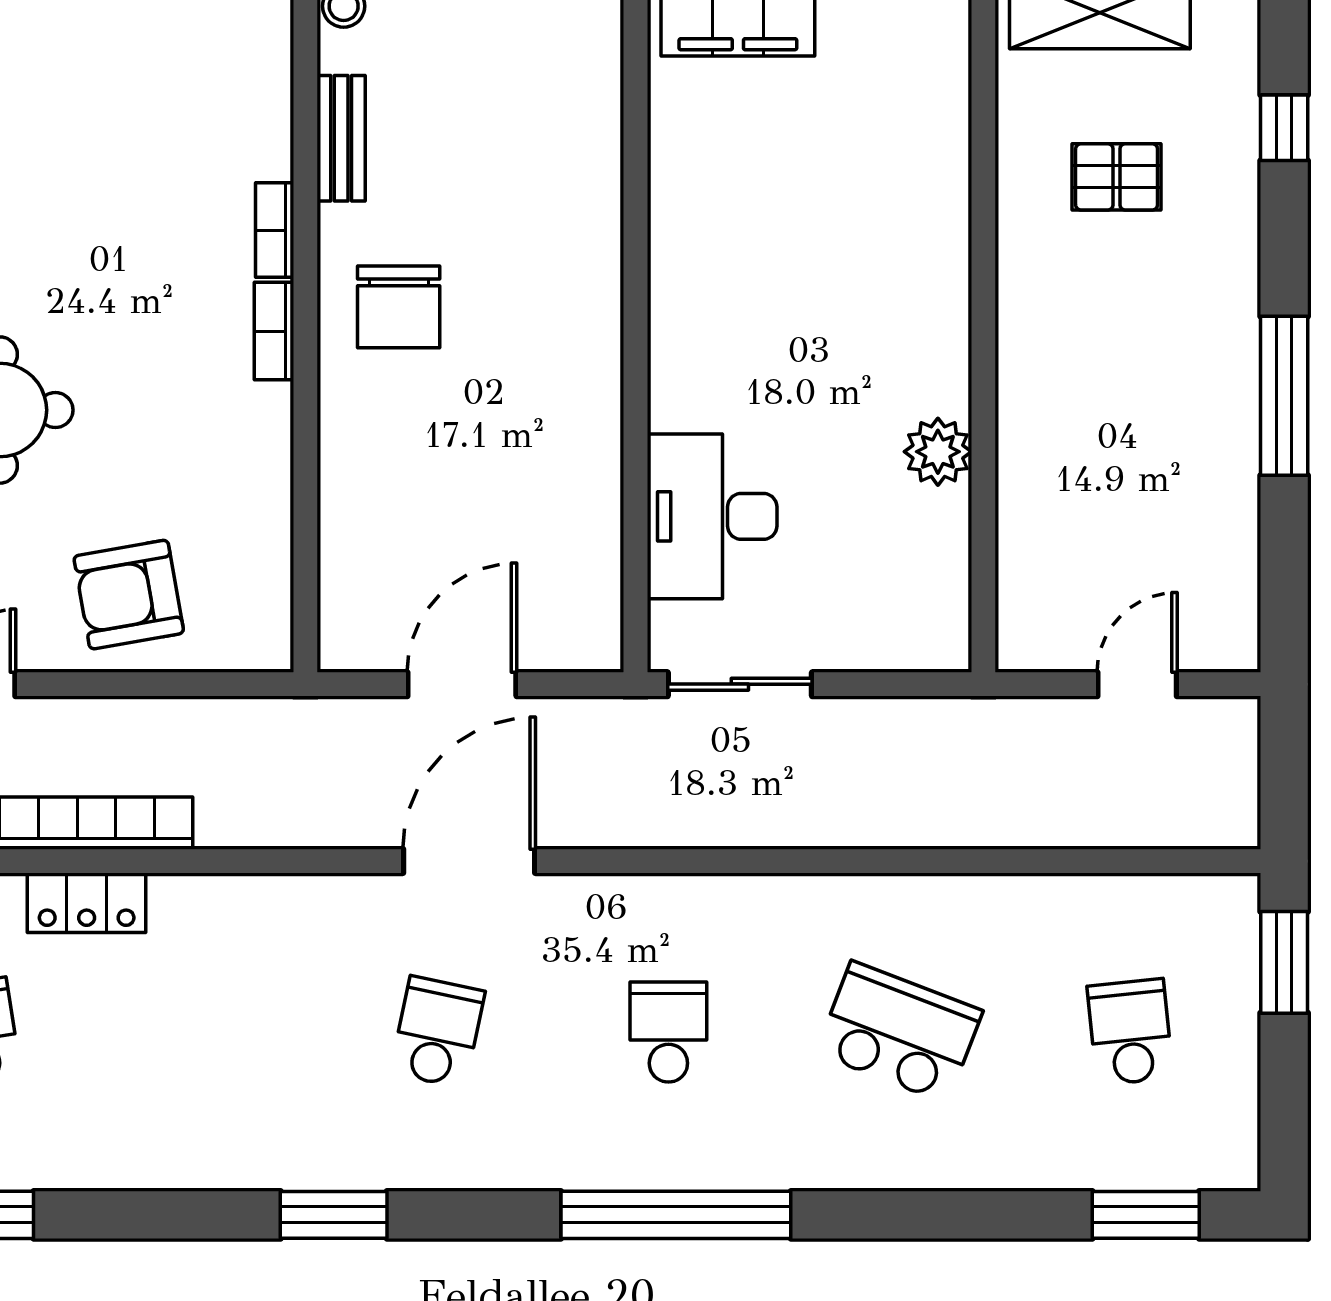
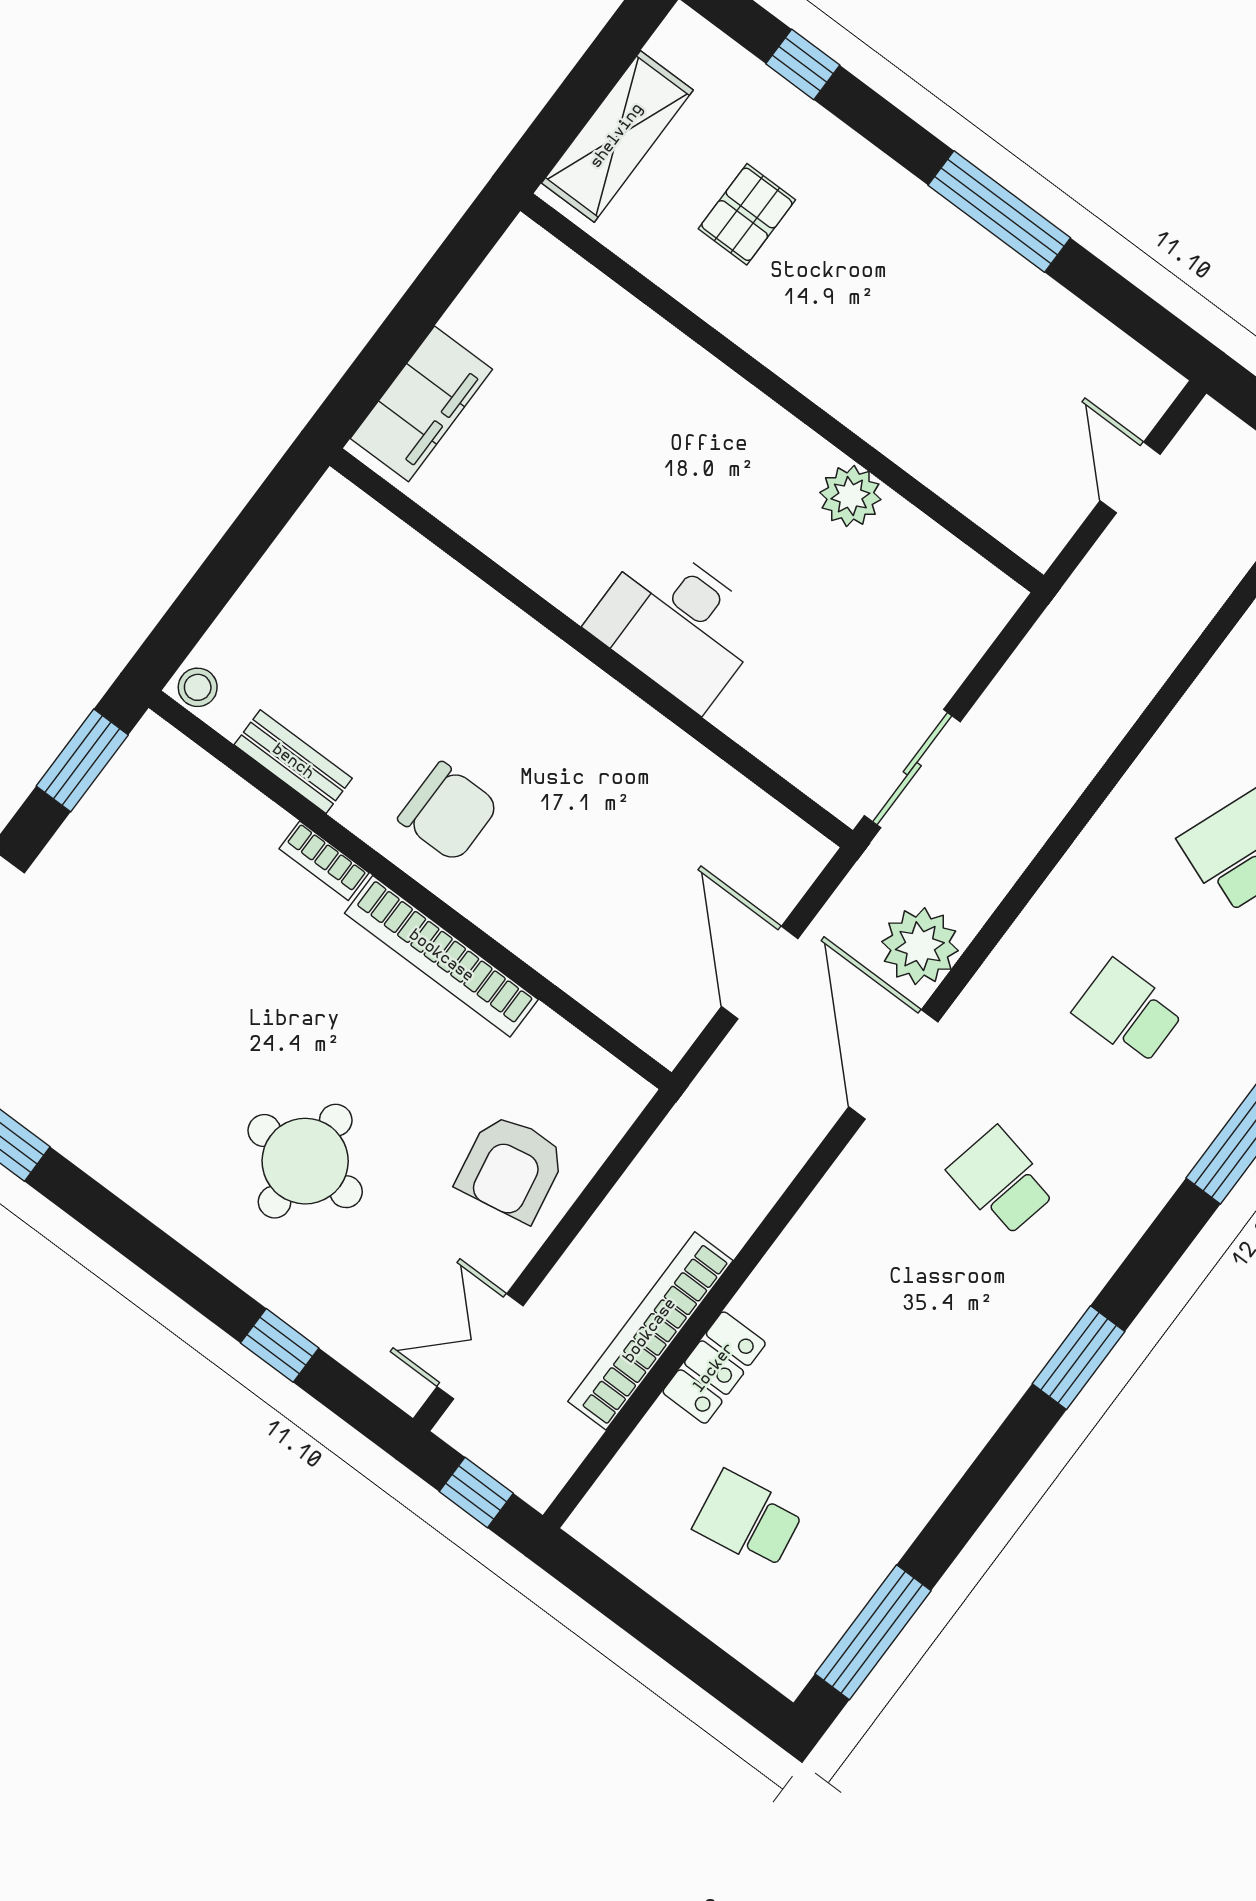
bookcase: (274, 331) -> (441, 956), width x2.31, depth x1.31
desk: (712, 516) -> (677, 625), moved
plant: (590, 807) -> (920, 946), added

